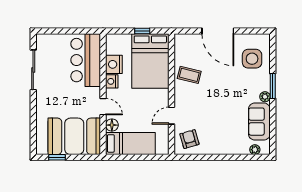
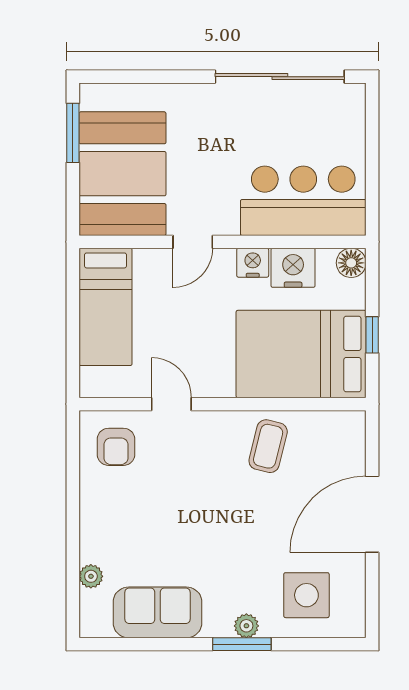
sliding door: (33, 70) -> (280, 77), width x1.36
plant: (265, 97) -> (246, 626), moved
floor lamp: (112, 125) -> (351, 263), moved
armchair: (189, 139) -> (116, 447), turned 106
plant: (255, 150) -> (91, 576), moved
window: (57, 157) -> (73, 133), width x1.50

